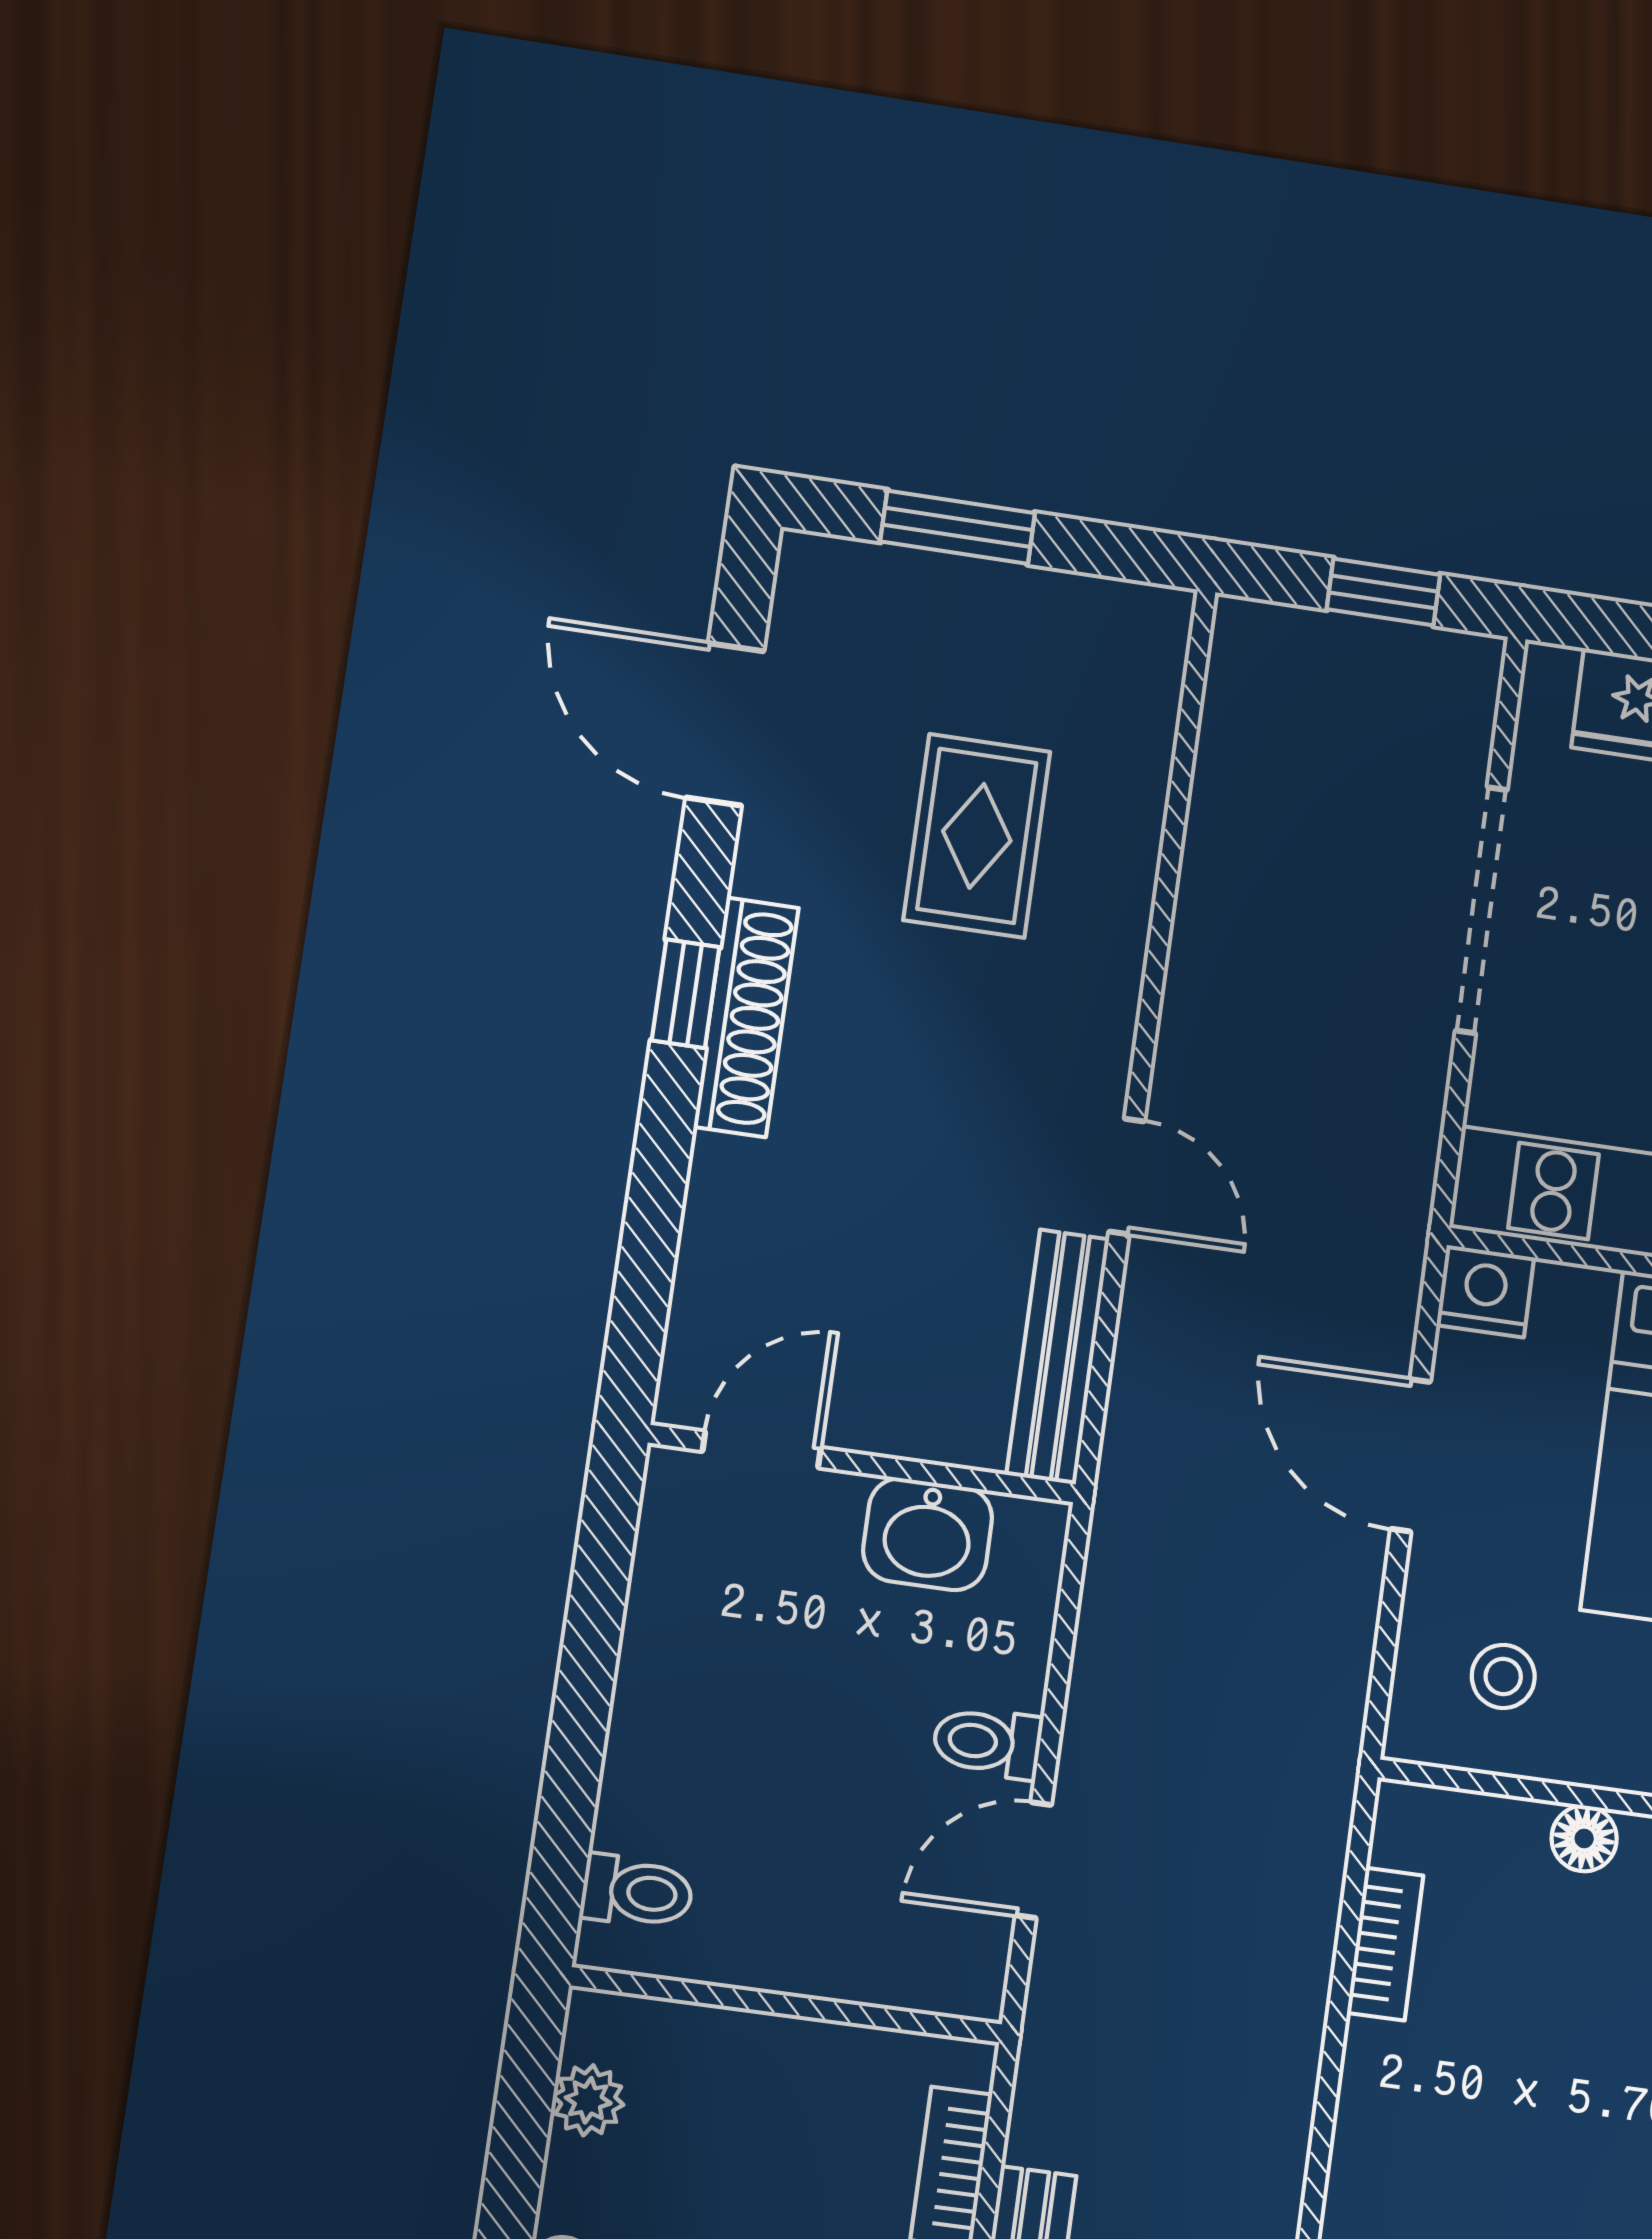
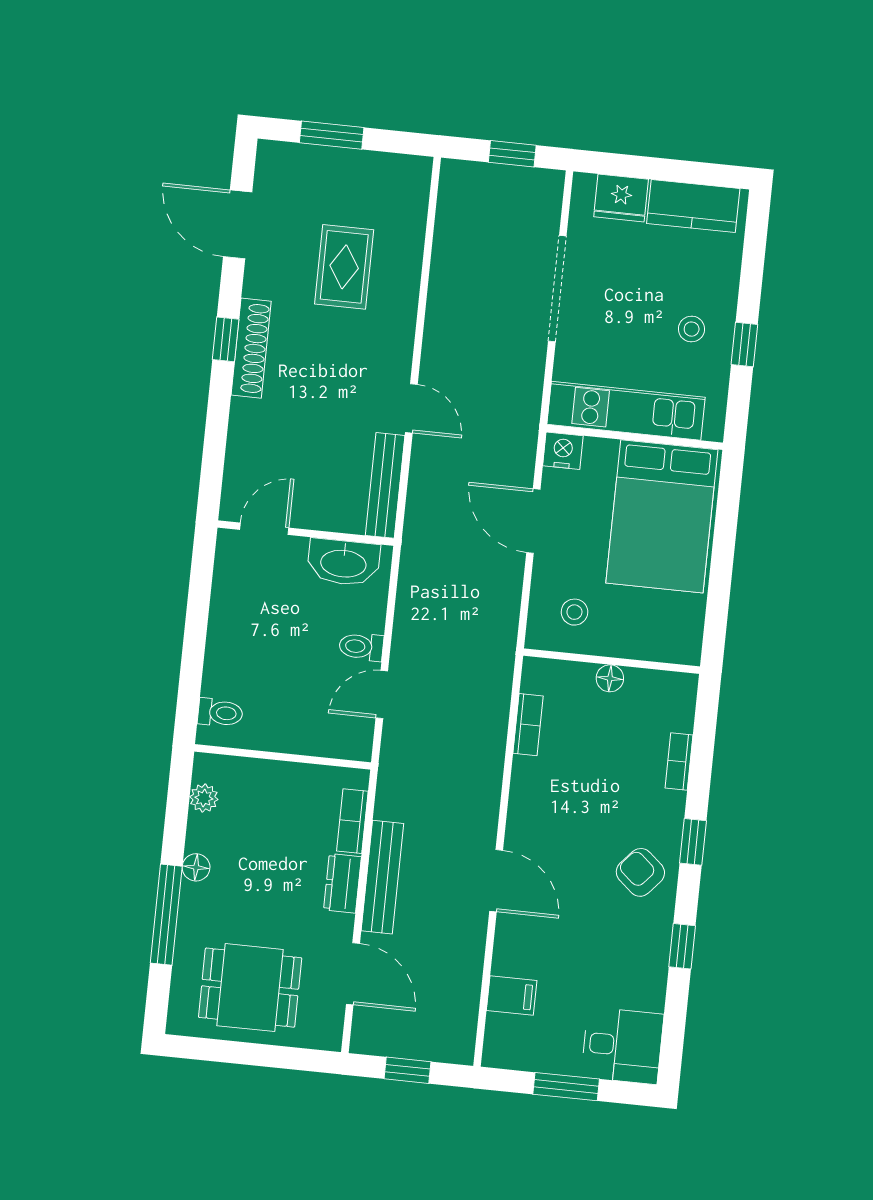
washbasin: (928, 1534) -> (343, 562), width x1.38

